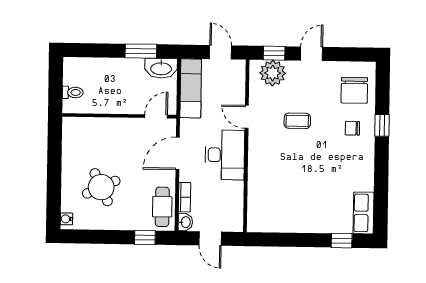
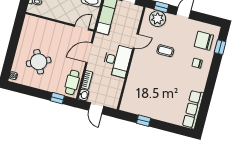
chair: (354, 90) -> (204, 41), turned 90
door: (247, 117) -> (136, 41), swing flipped
window: (382, 125) -> (220, 47), moved
row of seats: (364, 213) -> (193, 109), width x1.48
window: (342, 241) -> (144, 121), moved

